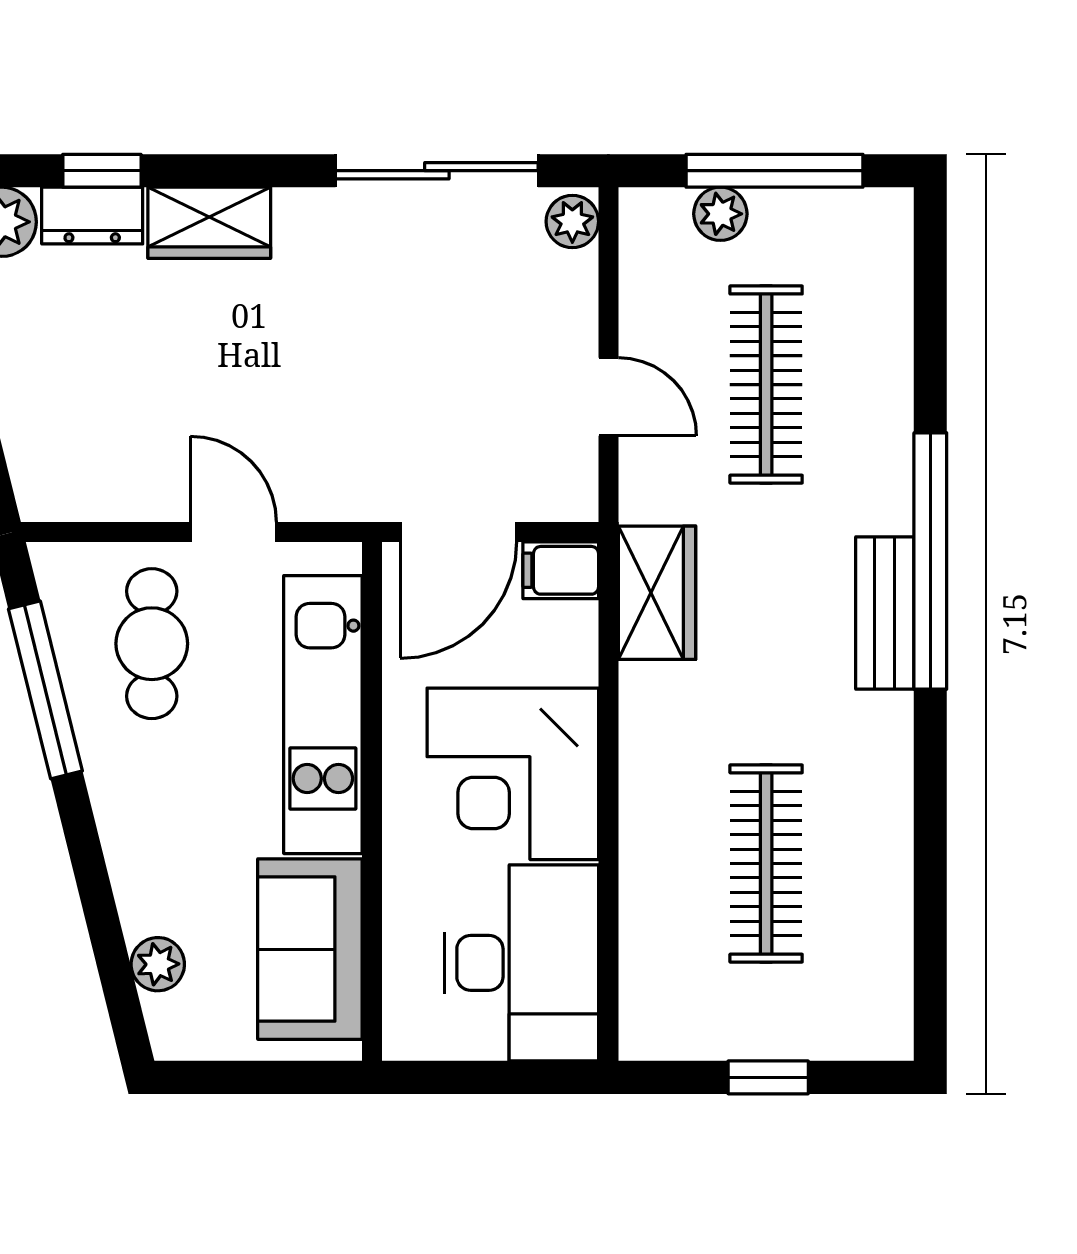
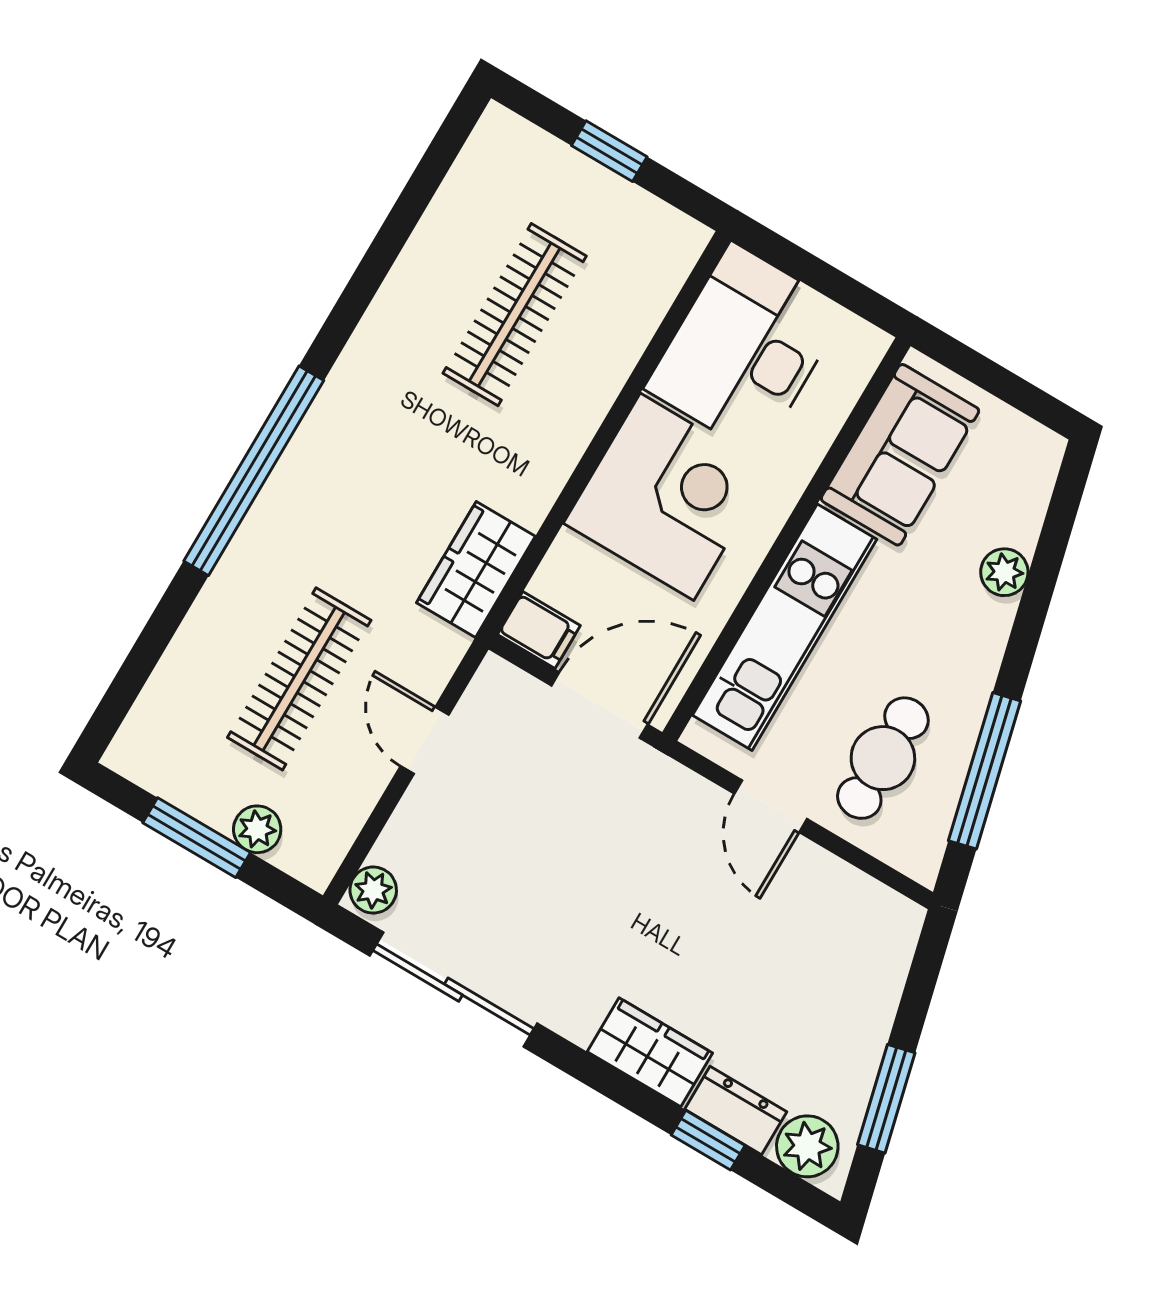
window: (775, 171) -> (197, 838), width x0.69
bench: (885, 613) -> (312, 452), removed
plant: (158, 964) -> (1004, 572), moved

